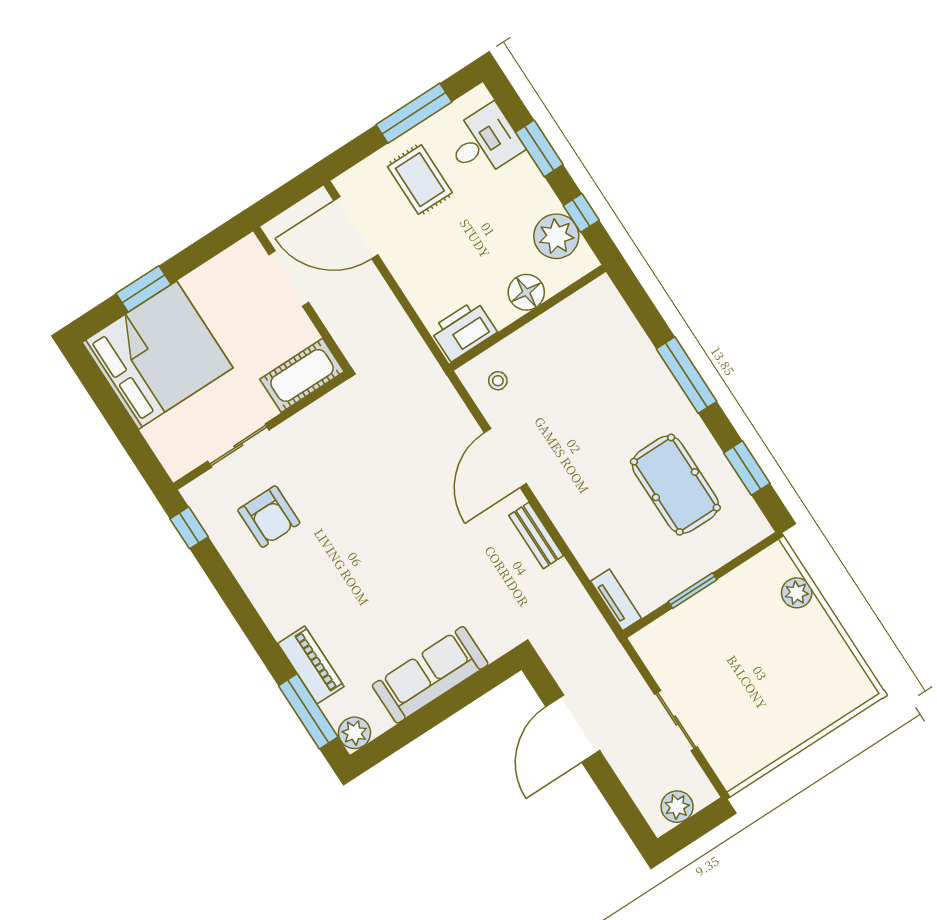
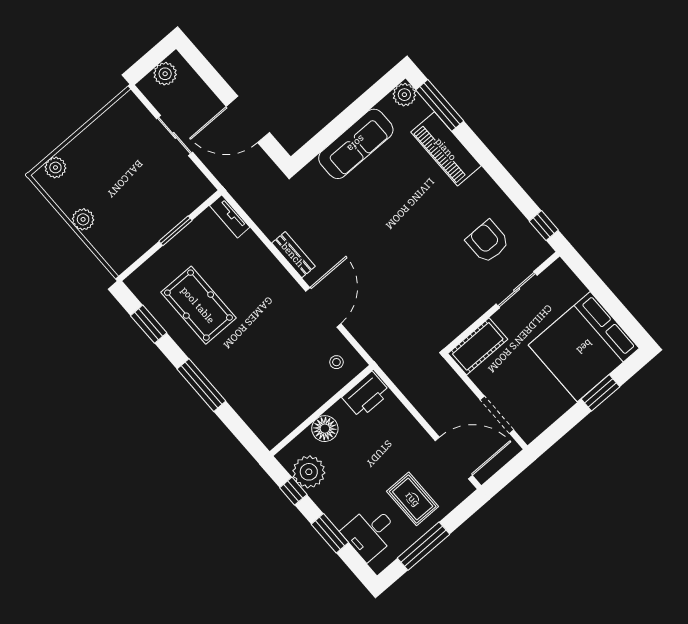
plant: (797, 593) -> (83, 219), moved
piano: (311, 665) -> (446, 149), width x1.37, depth x1.33
plant: (844, 699) -> (55, 167), added
door: (573, 729) -> (248, 119), swing flipped

